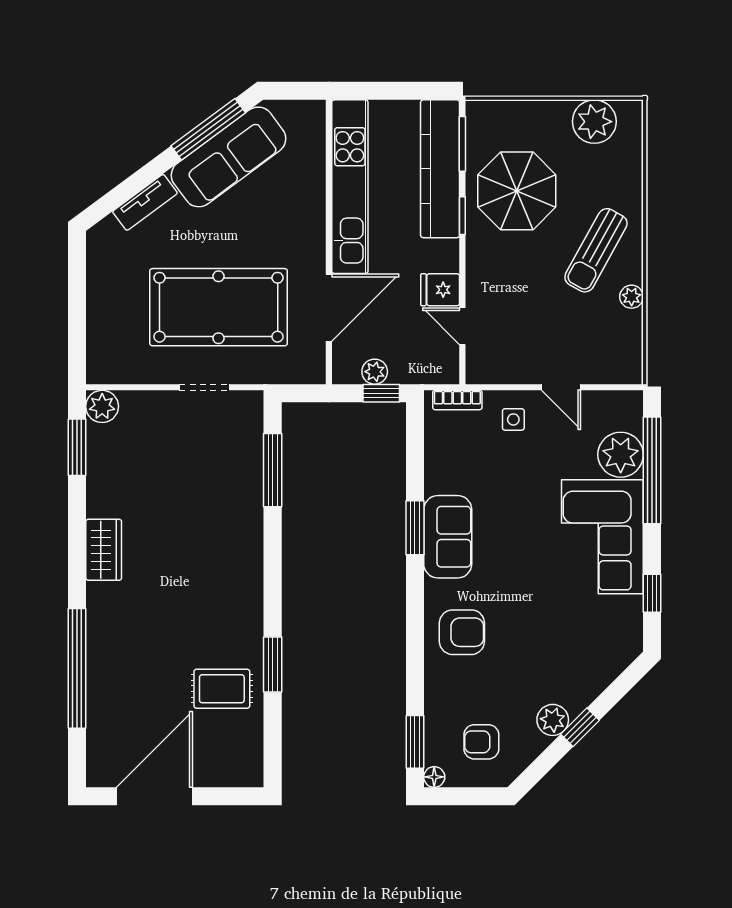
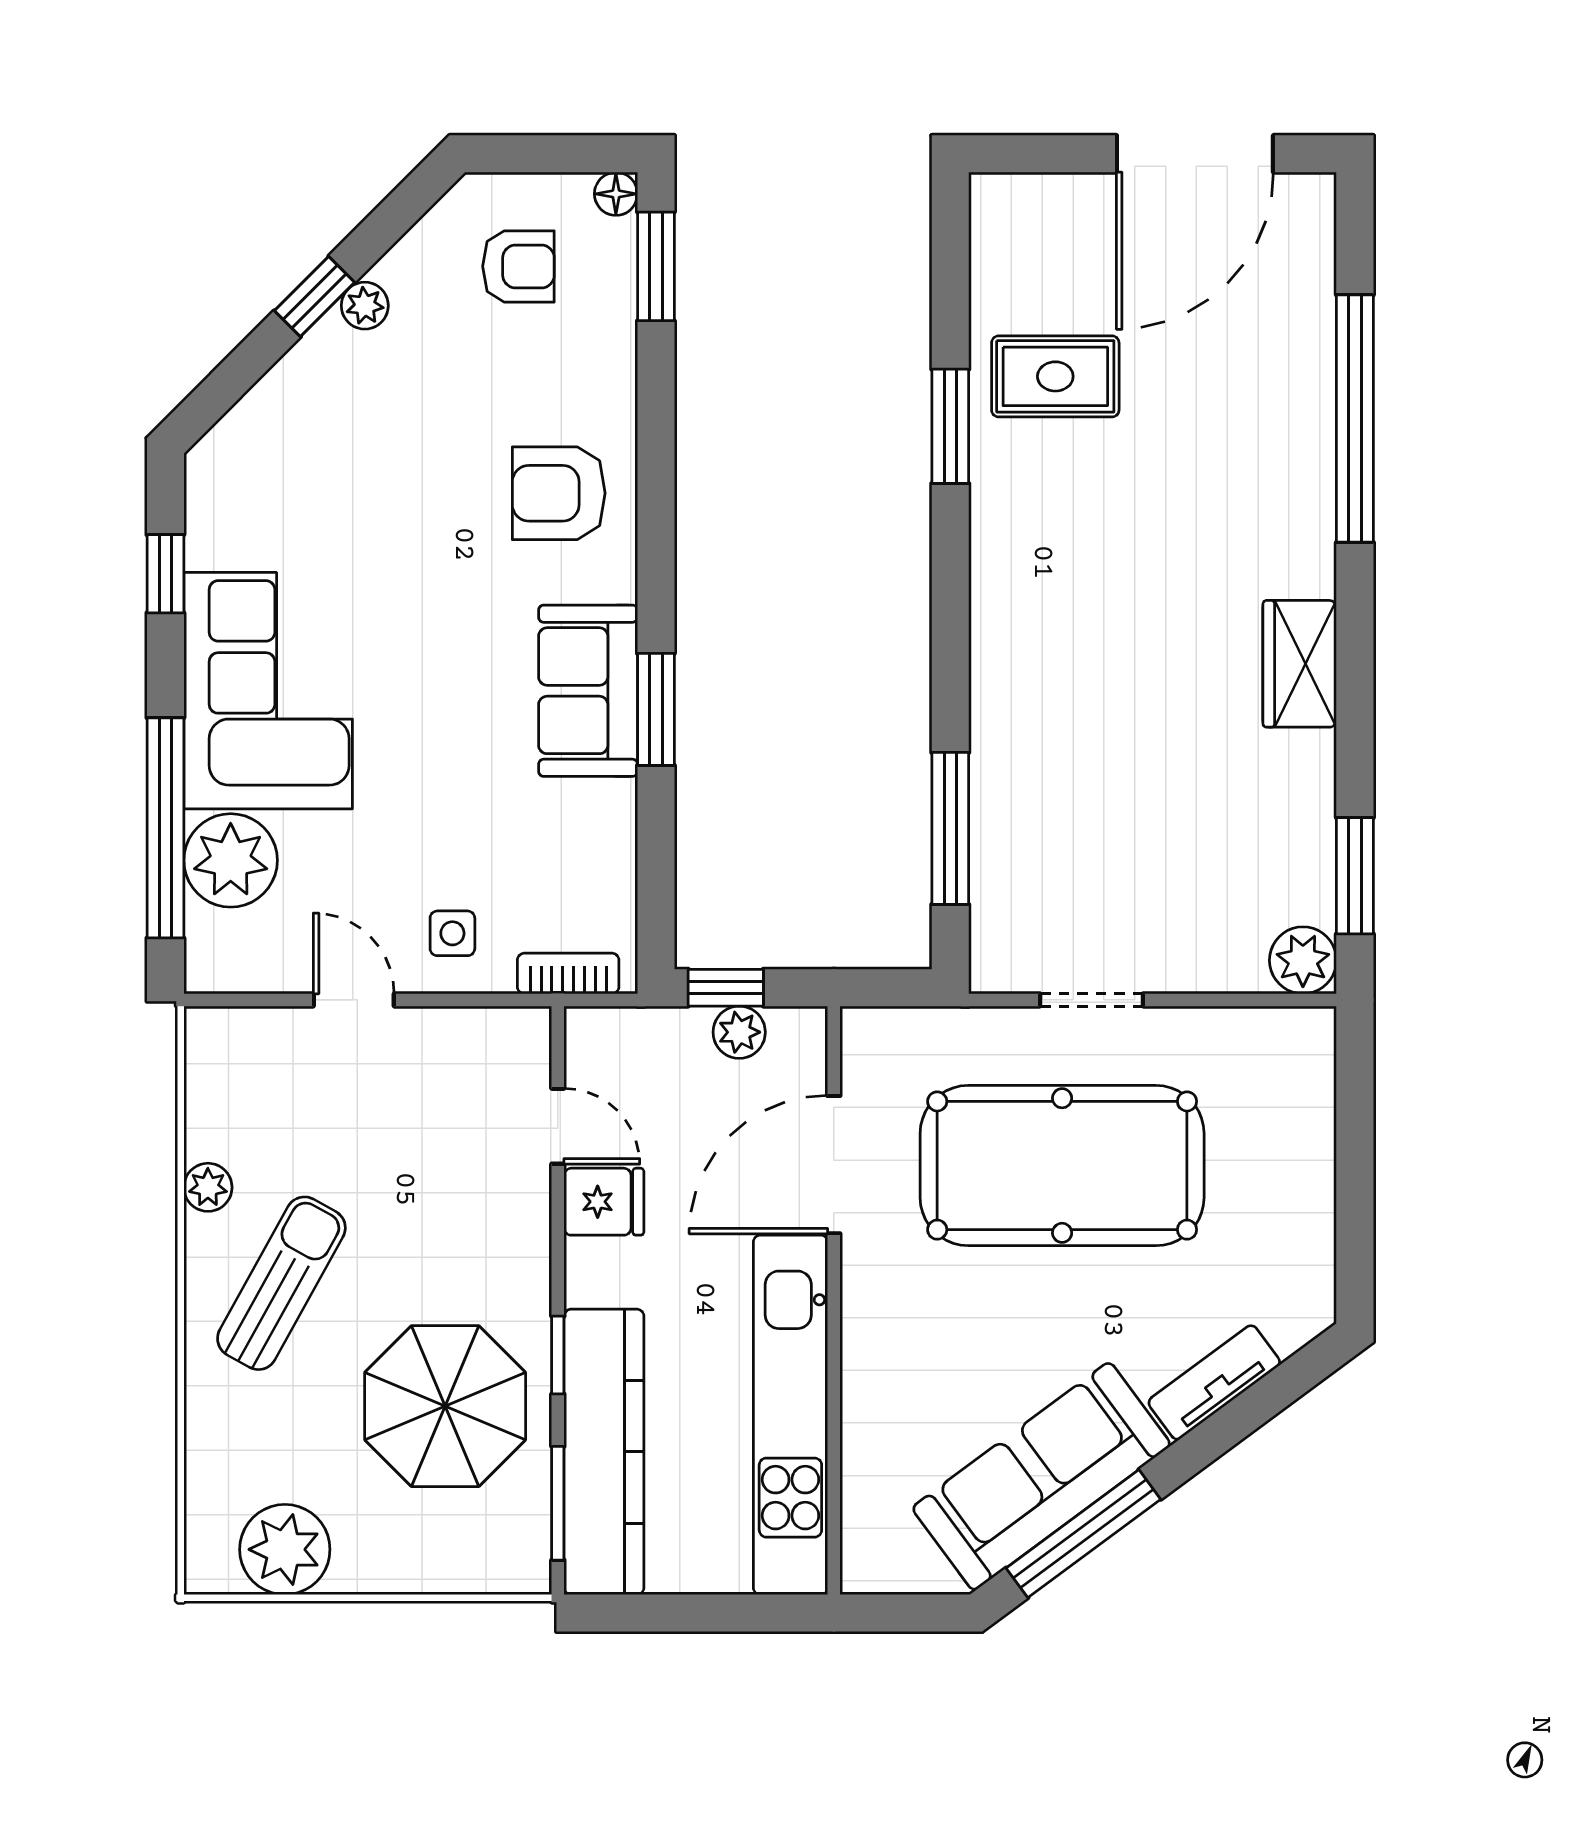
plant: (553, 720) -> (365, 306), width x0.73, depth x0.73

